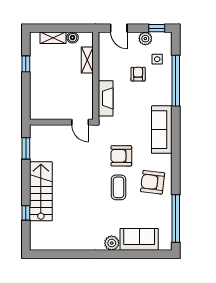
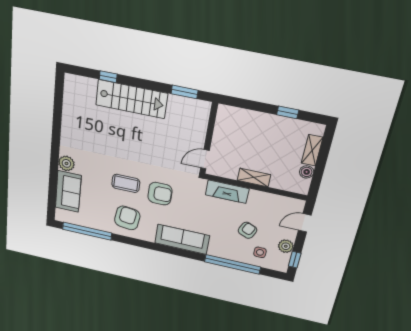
shelving: (87, 60) -> (254, 177), moved
armchair: (138, 74) -> (247, 230), turned -66
armchair: (121, 156) -> (160, 194), turned 90

